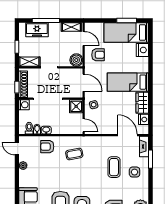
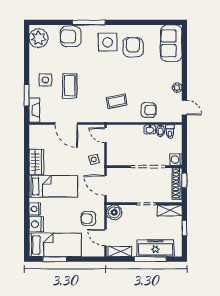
freezer: (37, 30) -> (155, 248), width x1.40
shower: (76, 106) -> (114, 158), removed
nightstand: (144, 119) -> (35, 209), moved
door: (128, 135) -> (66, 124), moved

